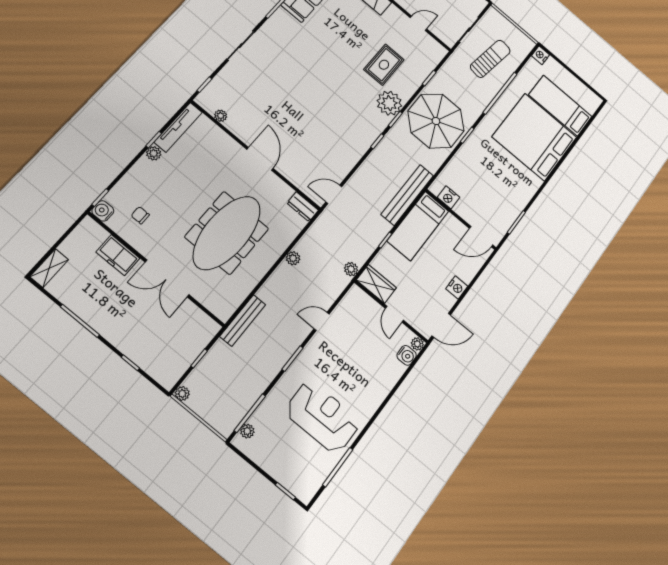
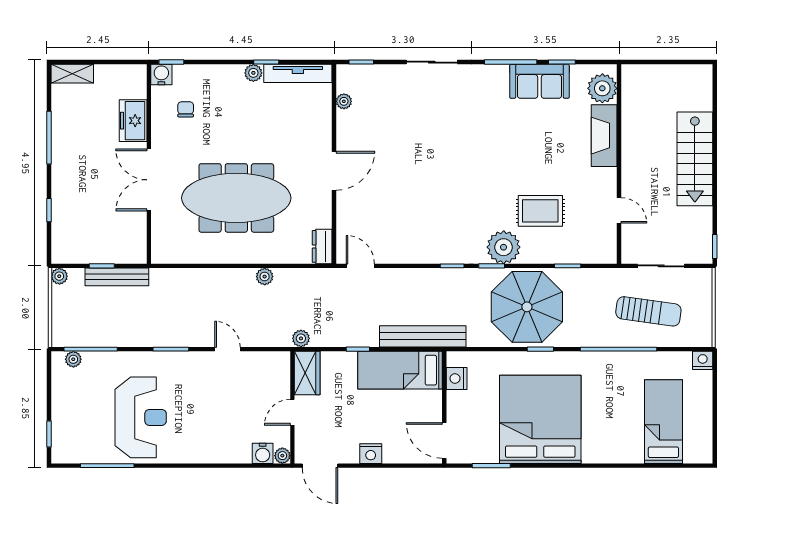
bed: (535, 137) -> (540, 419), moved
bench: (243, 320) -> (117, 277), moved

